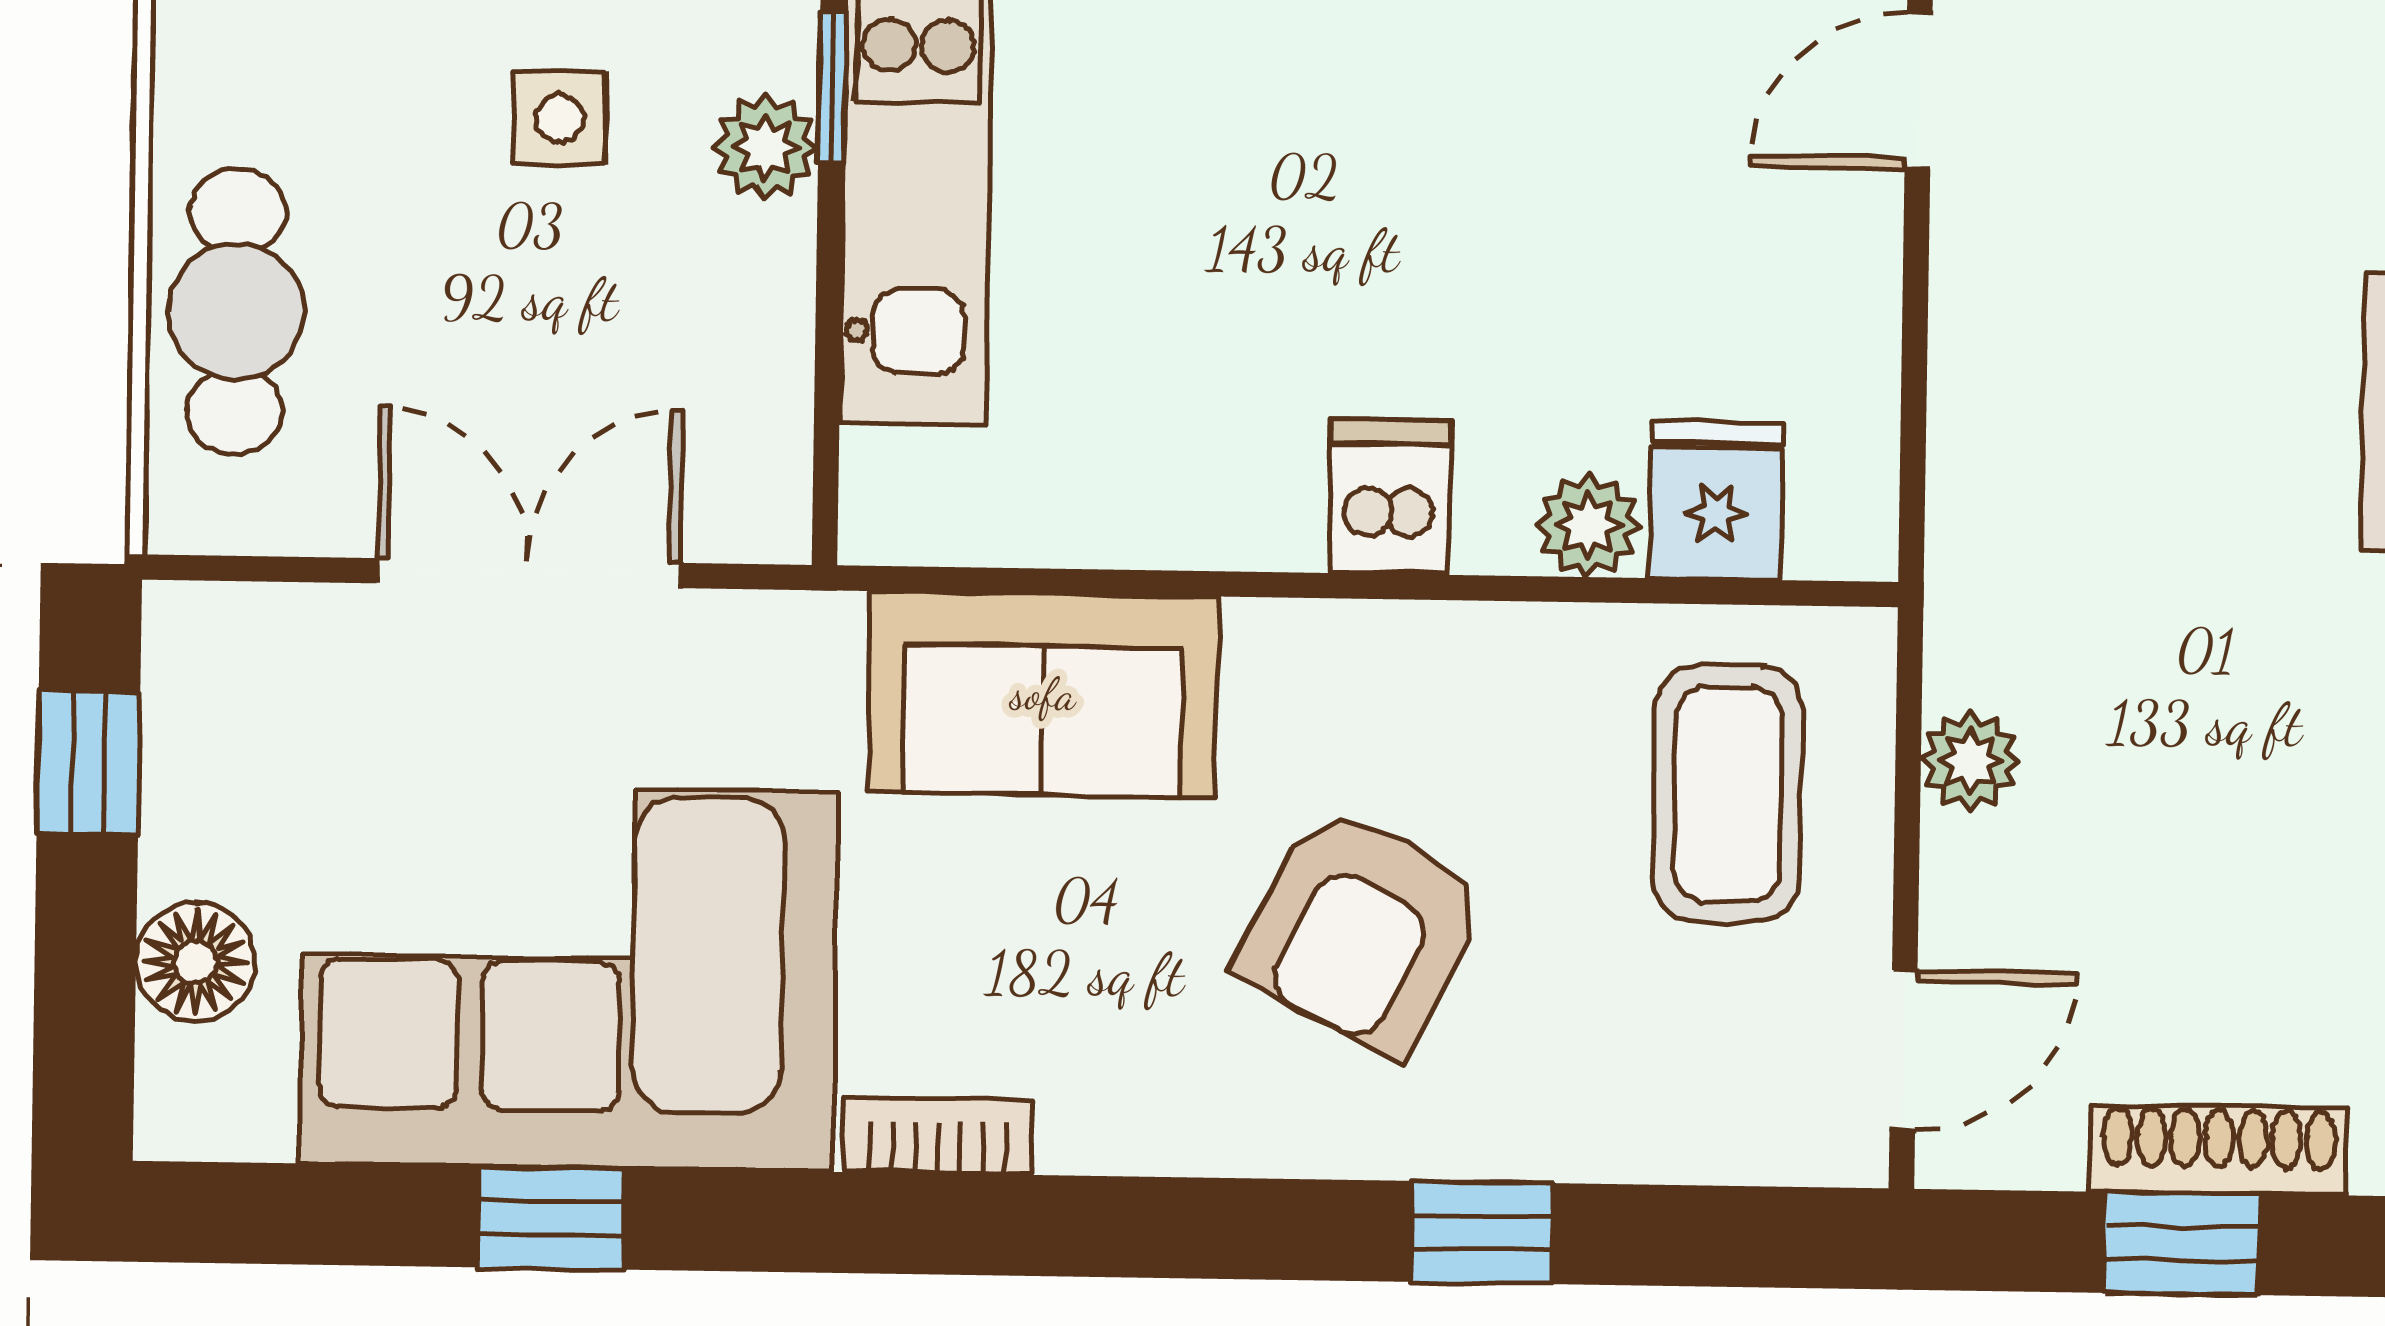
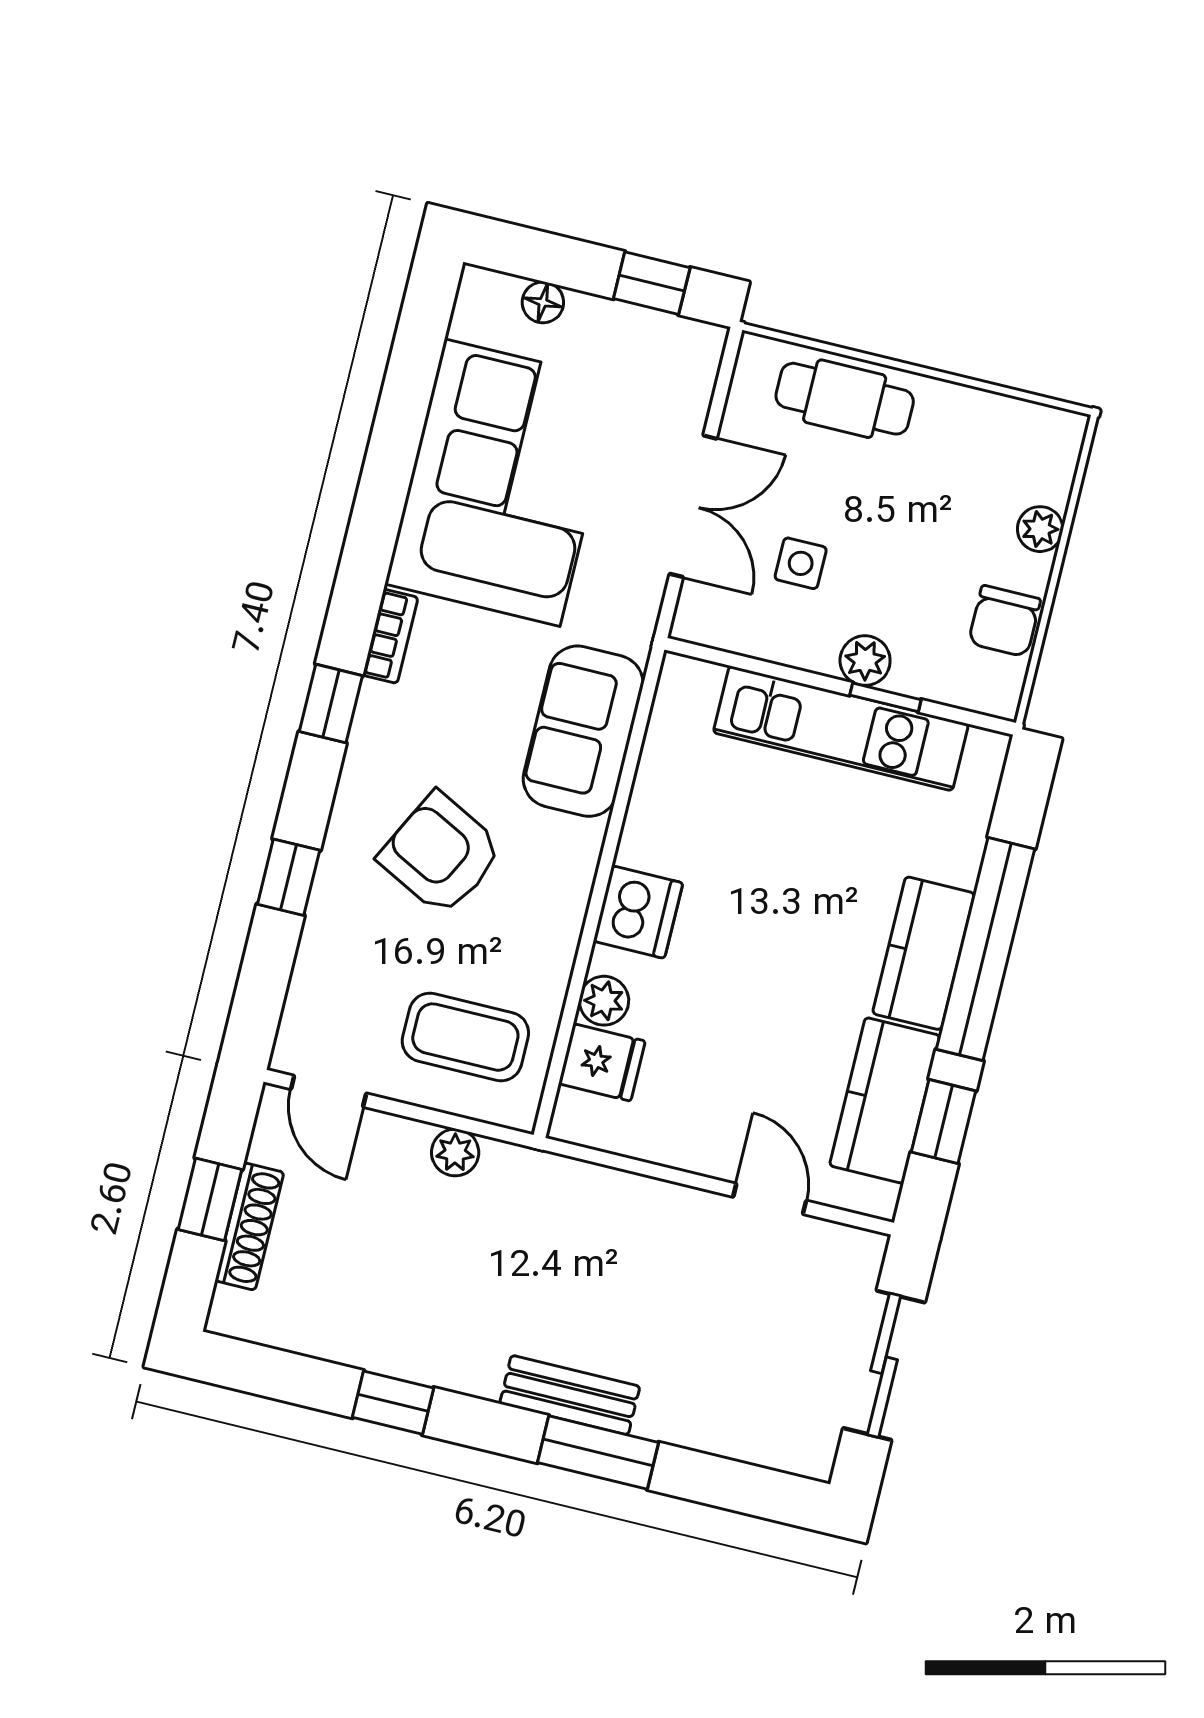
side table: (560, 118) -> (801, 563), moved
dishwasher: (1390, 497) -> (638, 912), width x1.38
floor lamp: (195, 962) -> (543, 302), width x0.73, depth x0.73
window: (551, 1218) -> (331, 704), moved

